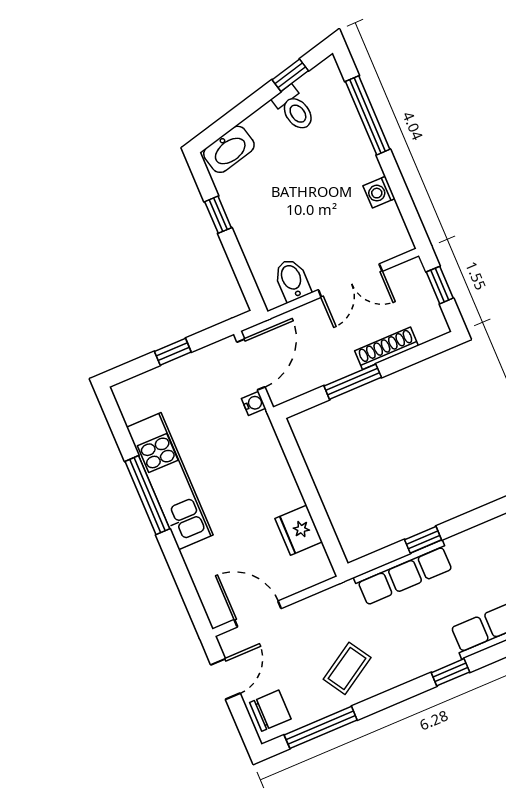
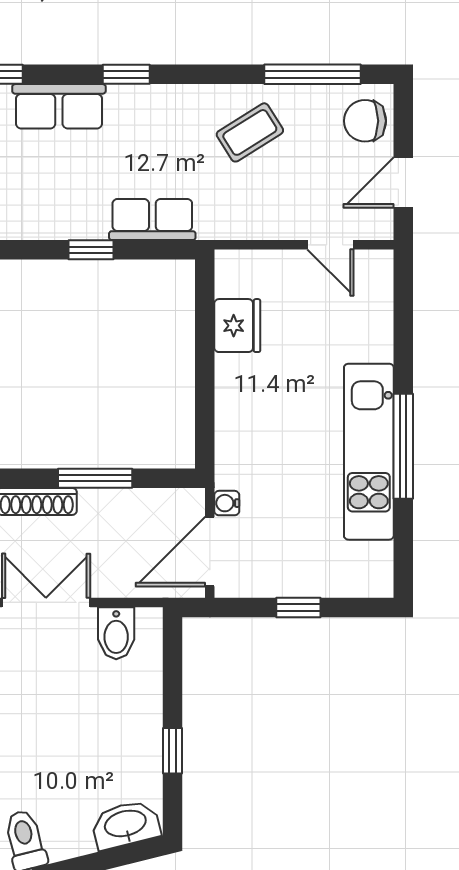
row of seats: (404, 573) -> (152, 220), width x0.68
door: (258, 614) -> (330, 245), width x0.73

